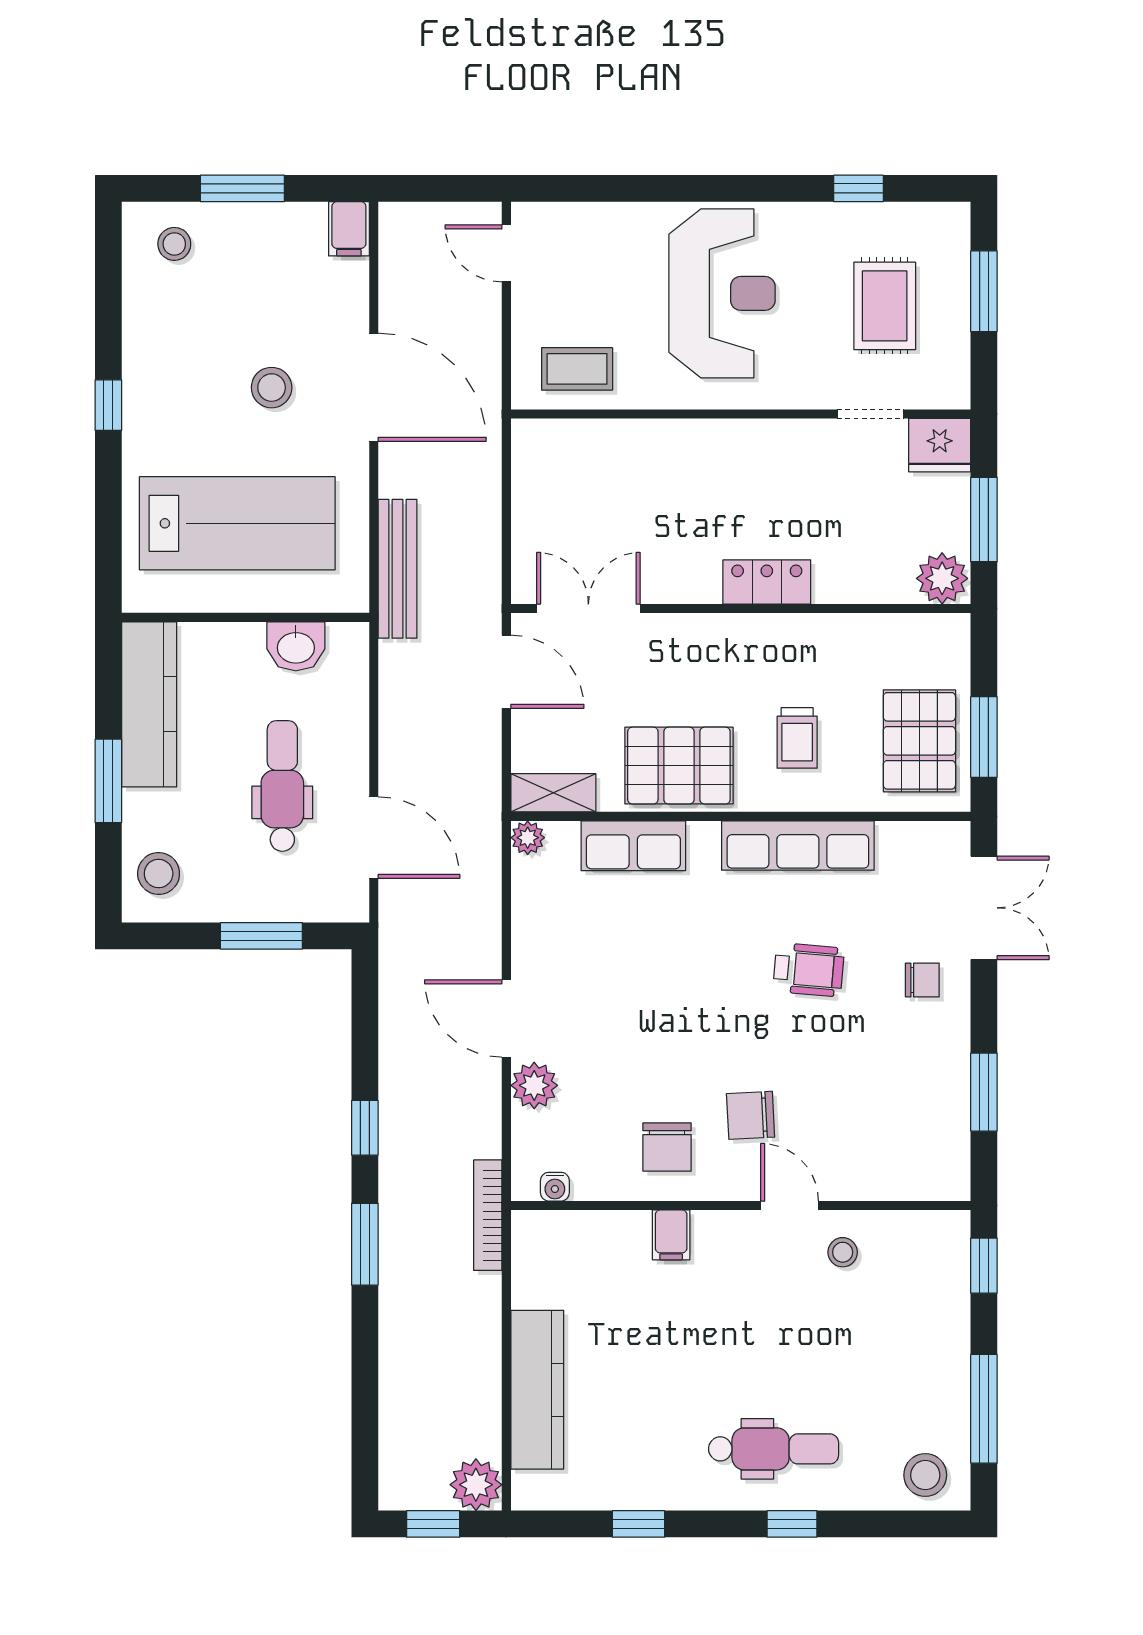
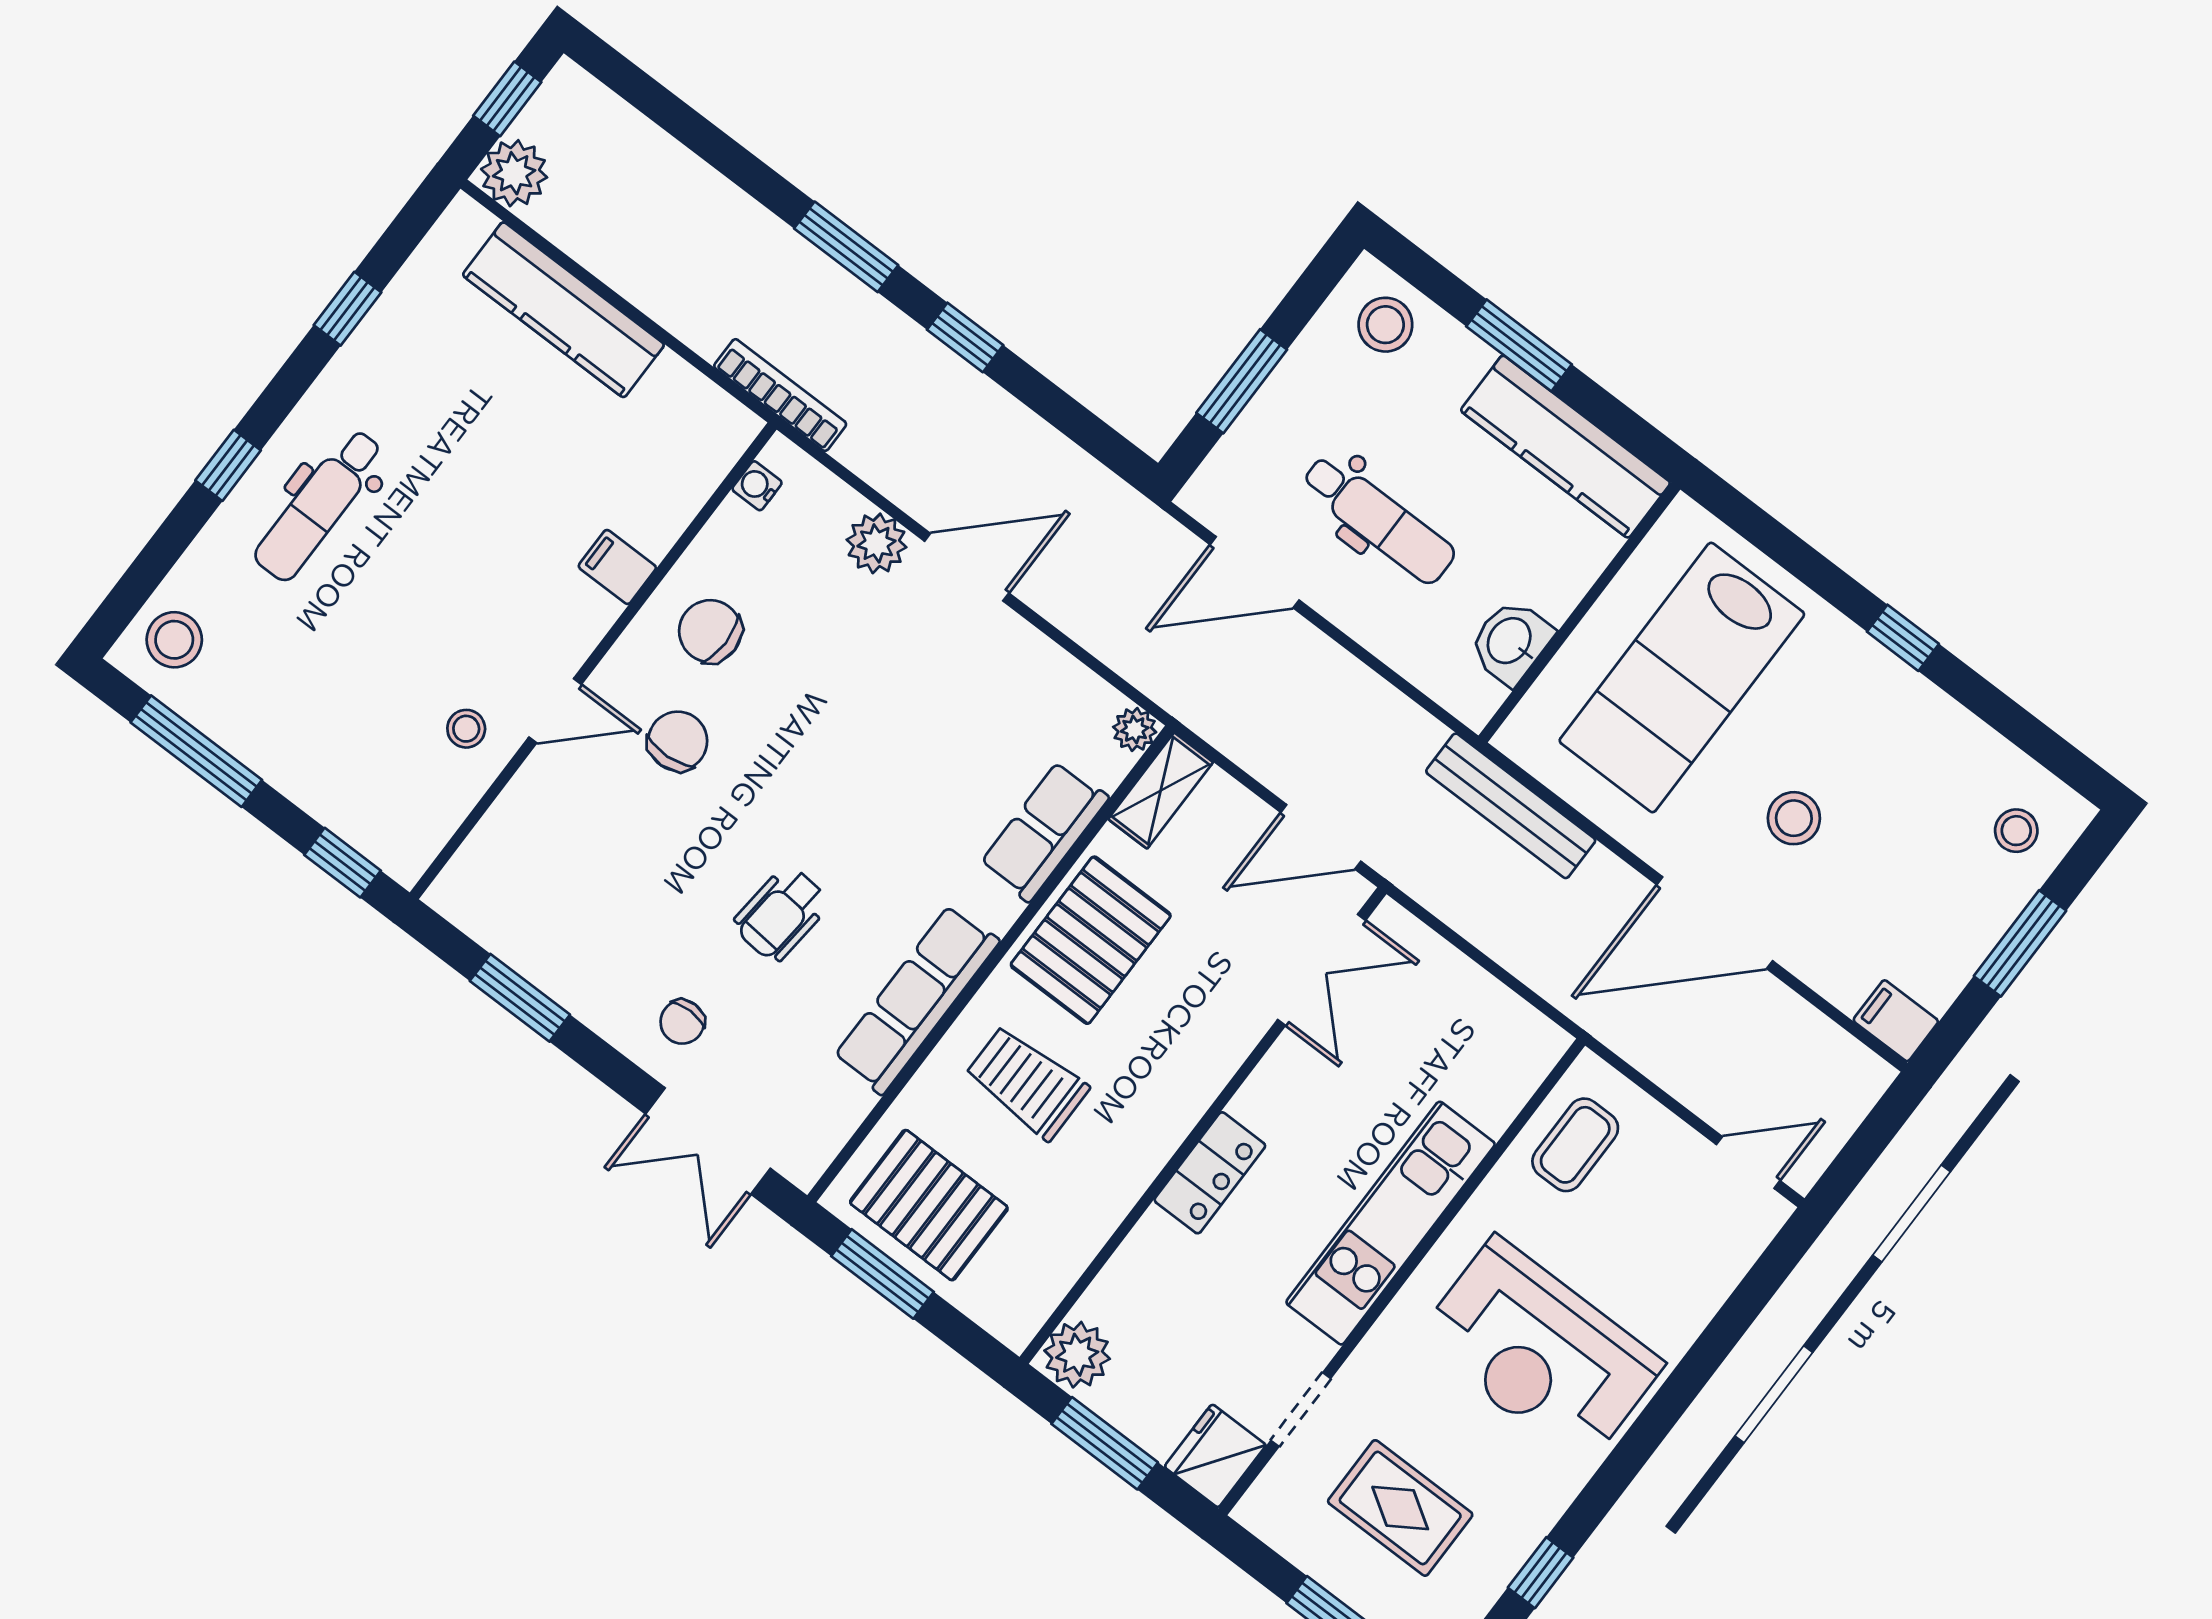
kitchen unit: (713, 446) -> (1391, 1223), added
trolley: (797, 738) -> (1027, 1082), width x1.36, depth x1.39

